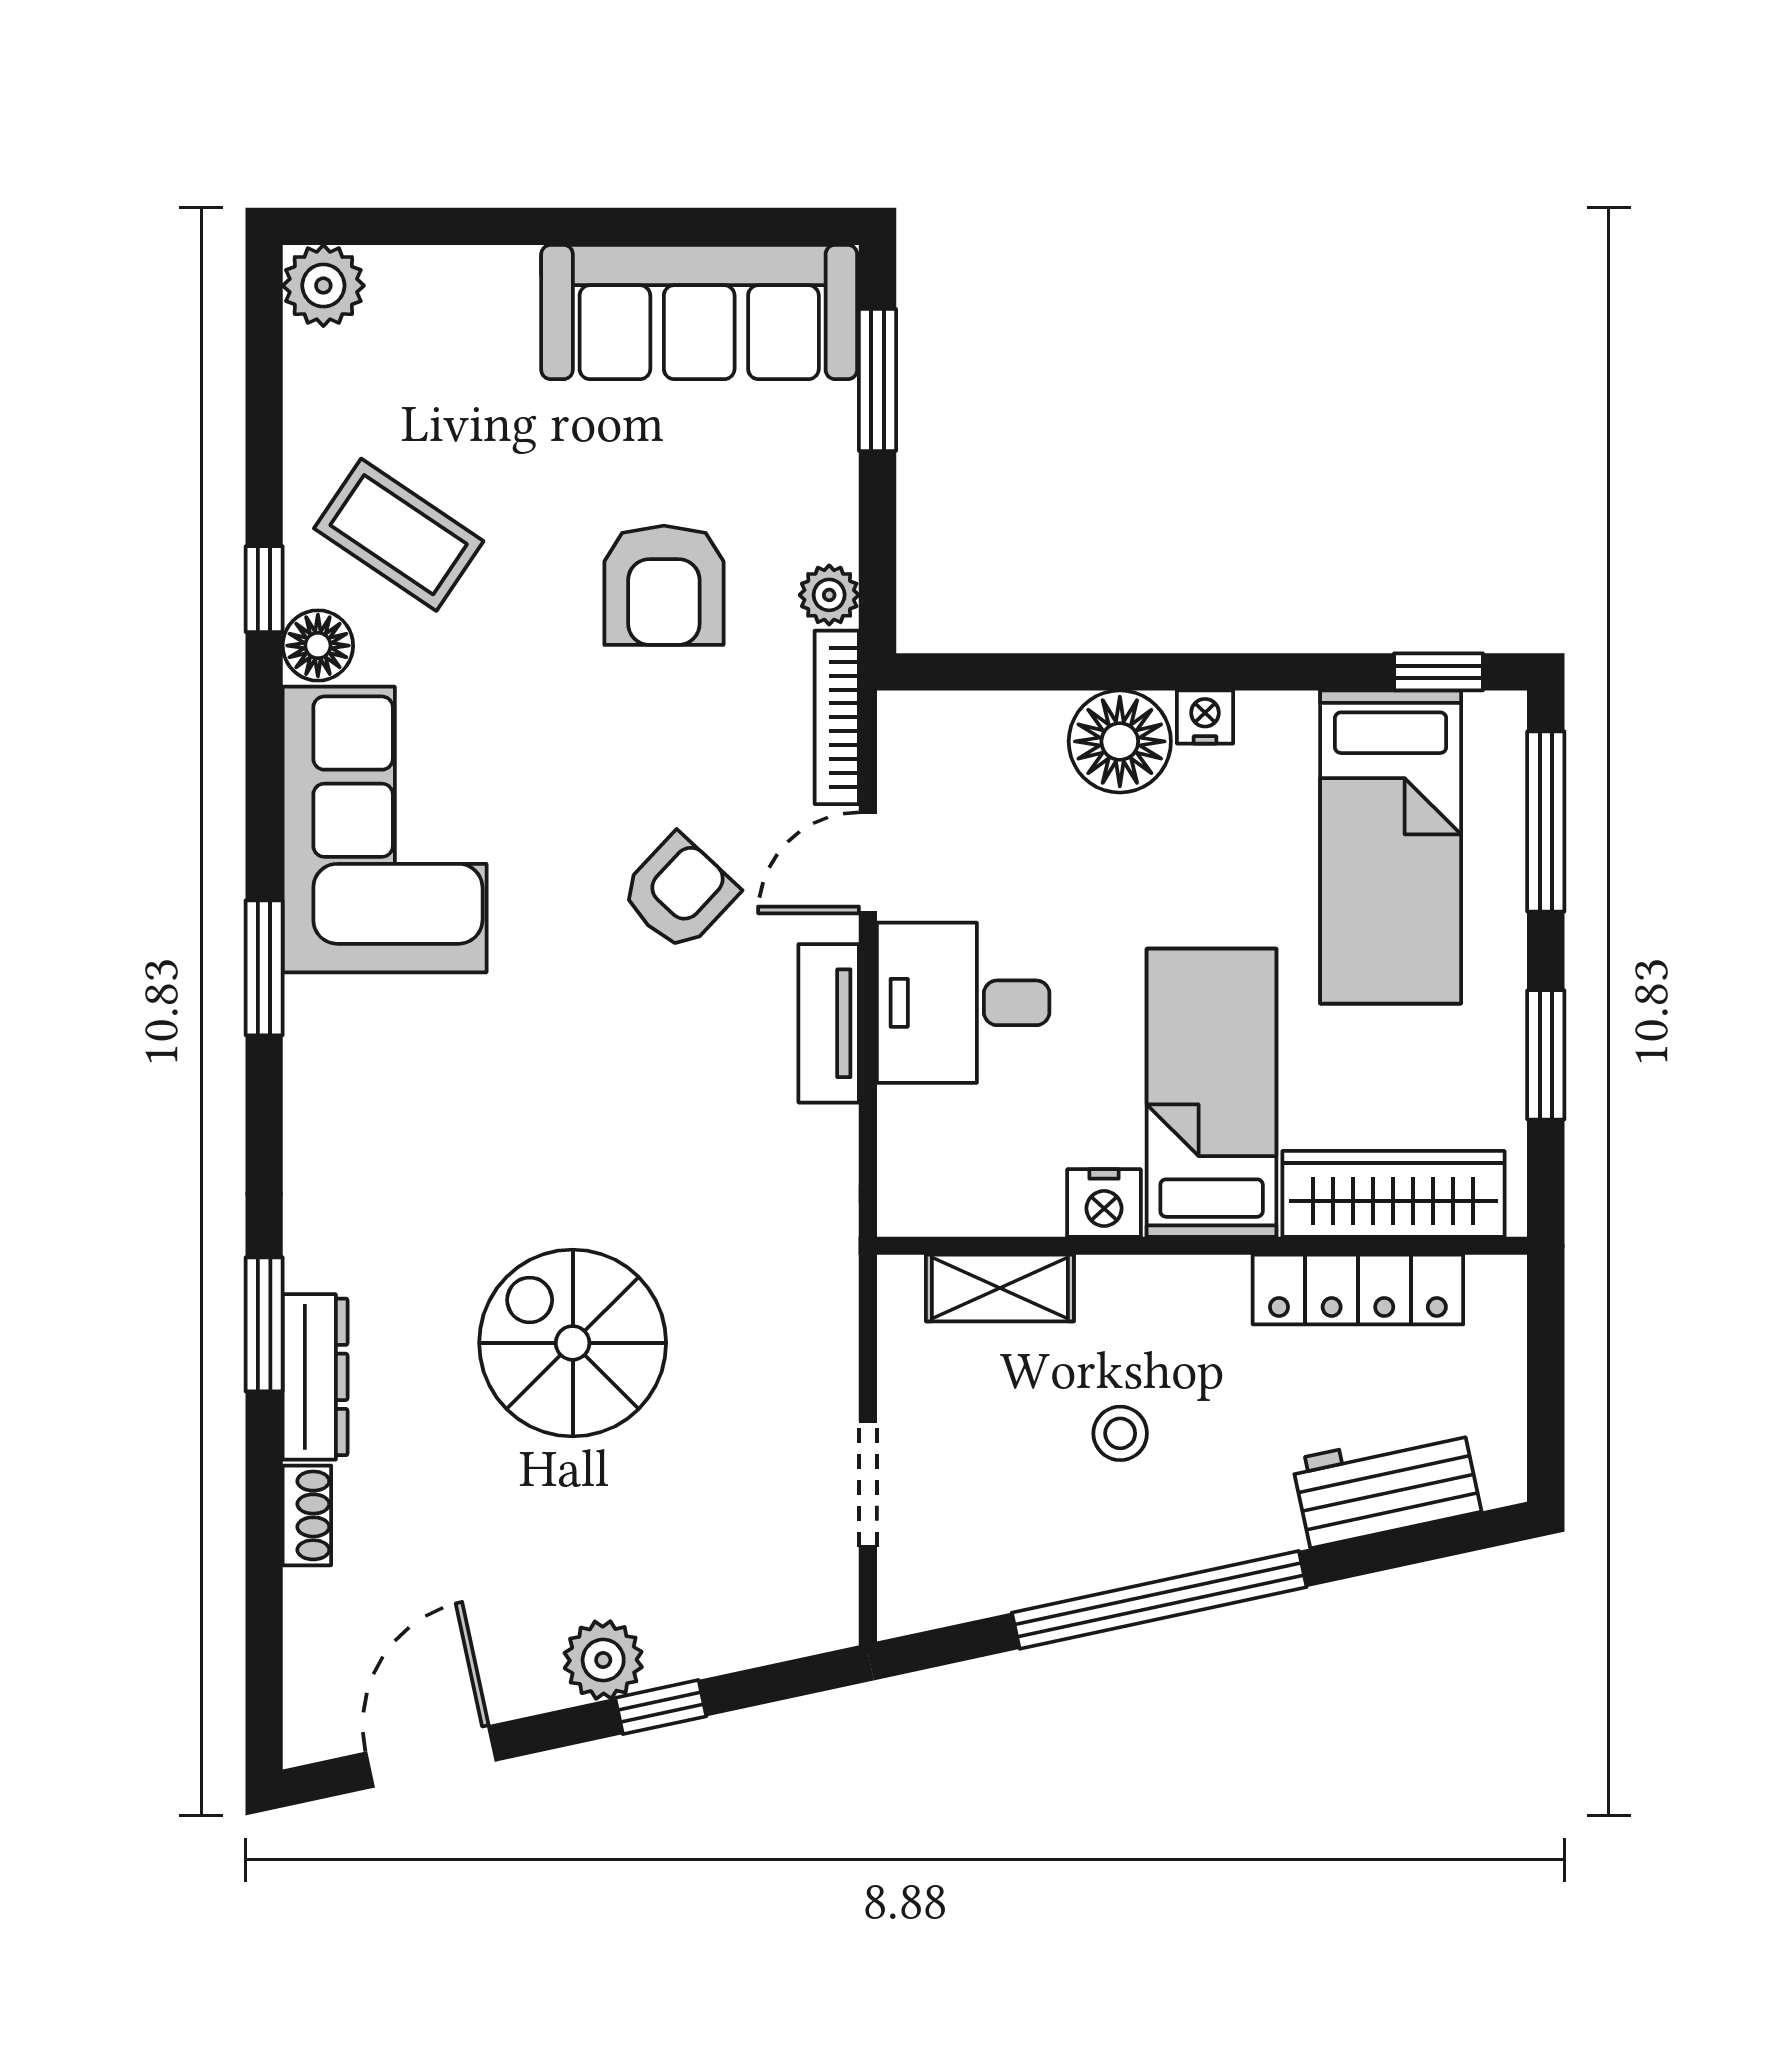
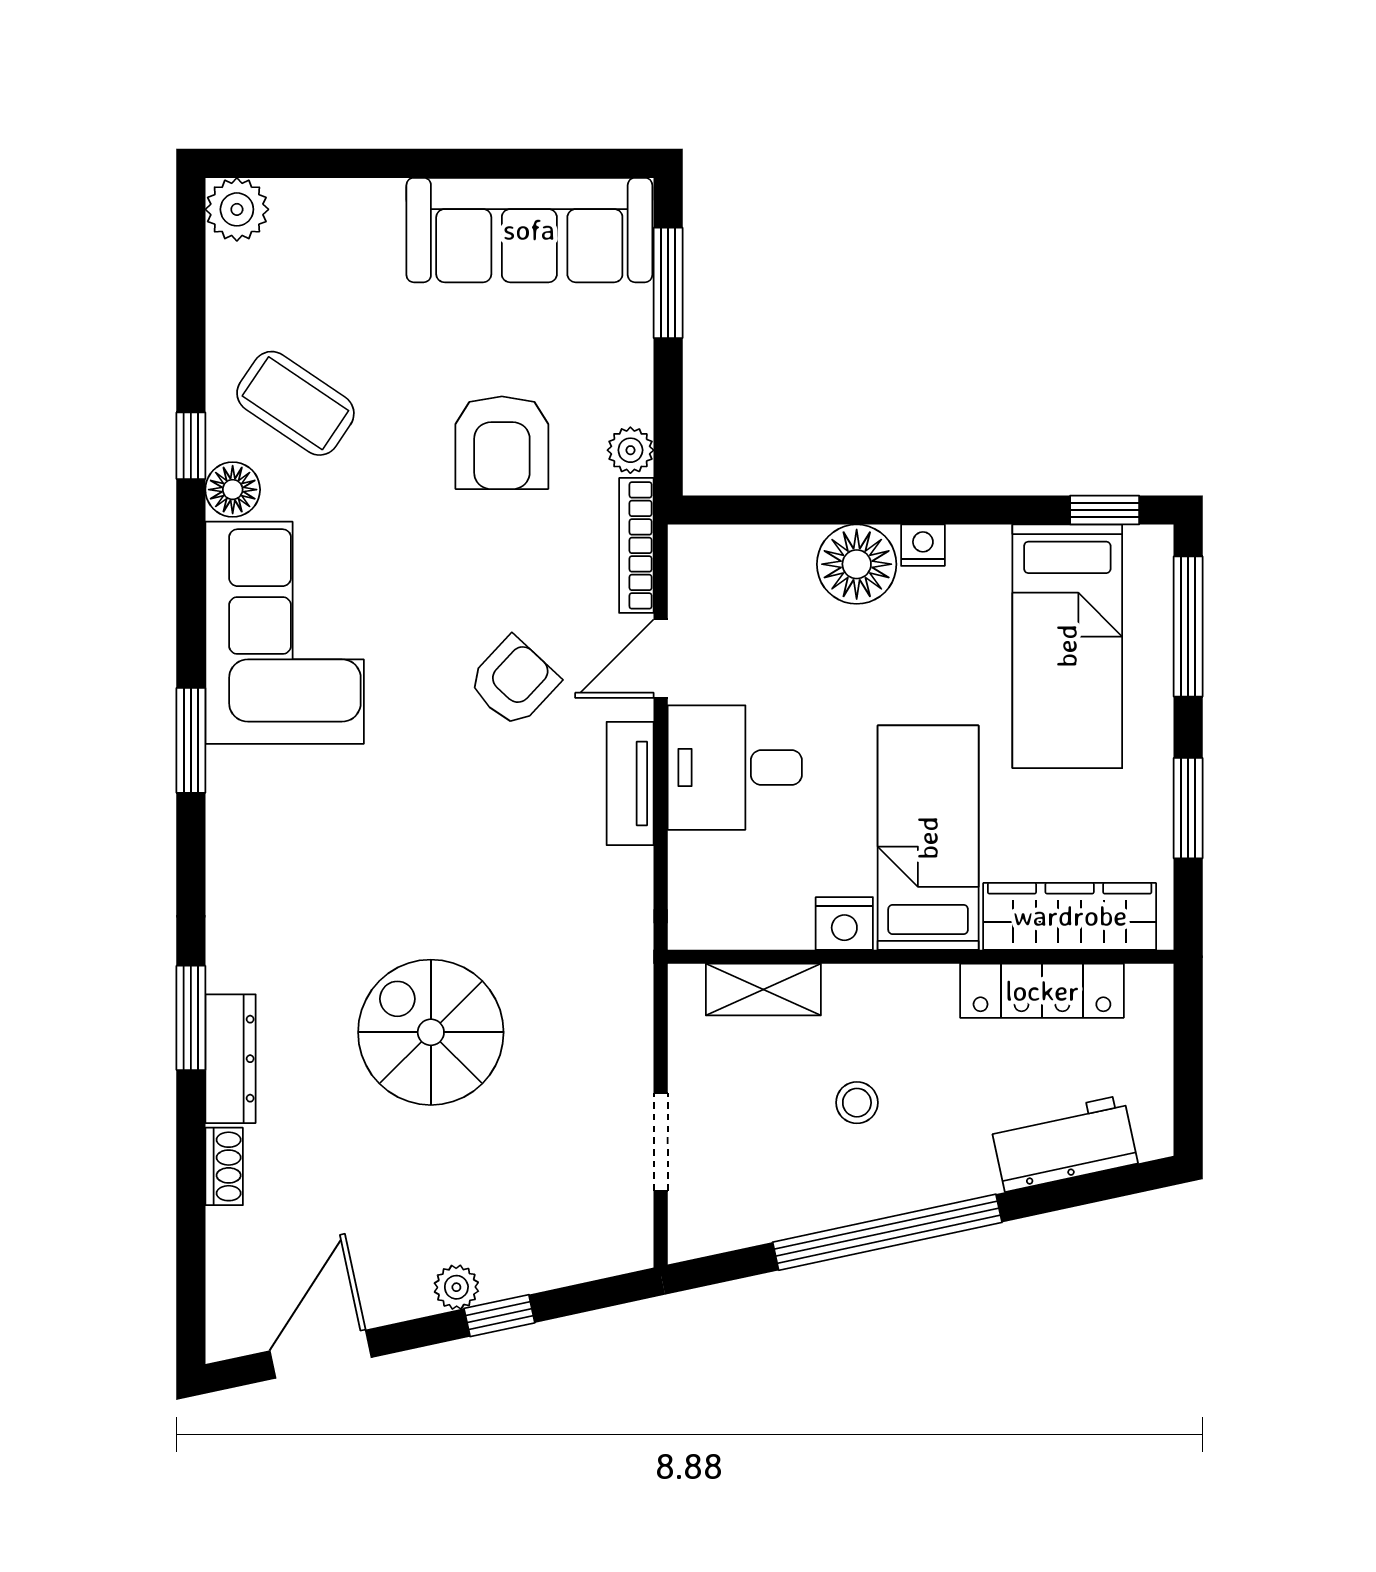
plant: (603, 1660) -> (456, 1287), width x0.73, depth x0.73

